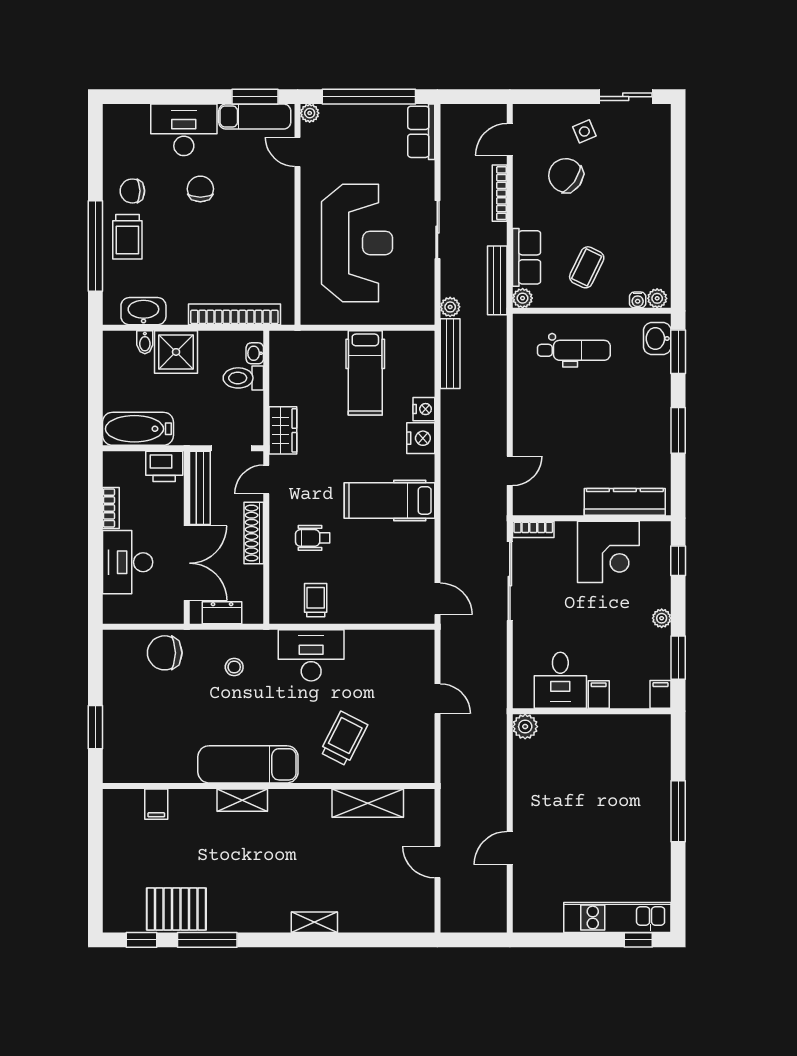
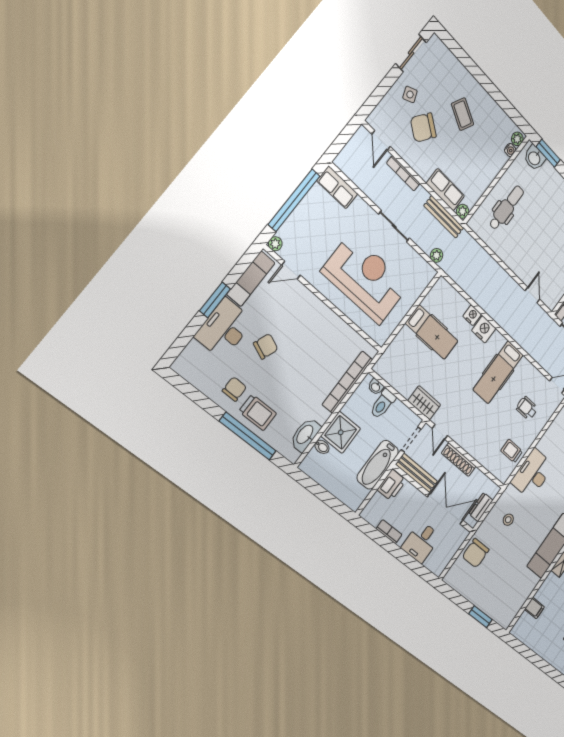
window: (255, 97) -> (215, 300), moved
chair: (200, 189) -> (266, 346), turned 111
chair: (132, 191) -> (234, 389), turned 180
coffee table: (587, 267) -> (463, 114), moved
bench: (450, 354) -> (458, 276), removed
bathtub: (138, 429) -> (378, 465), moved
wheelchair: (313, 538) -> (527, 408), moved, turned 90
desk: (128, 562) -> (421, 542), width x0.73

